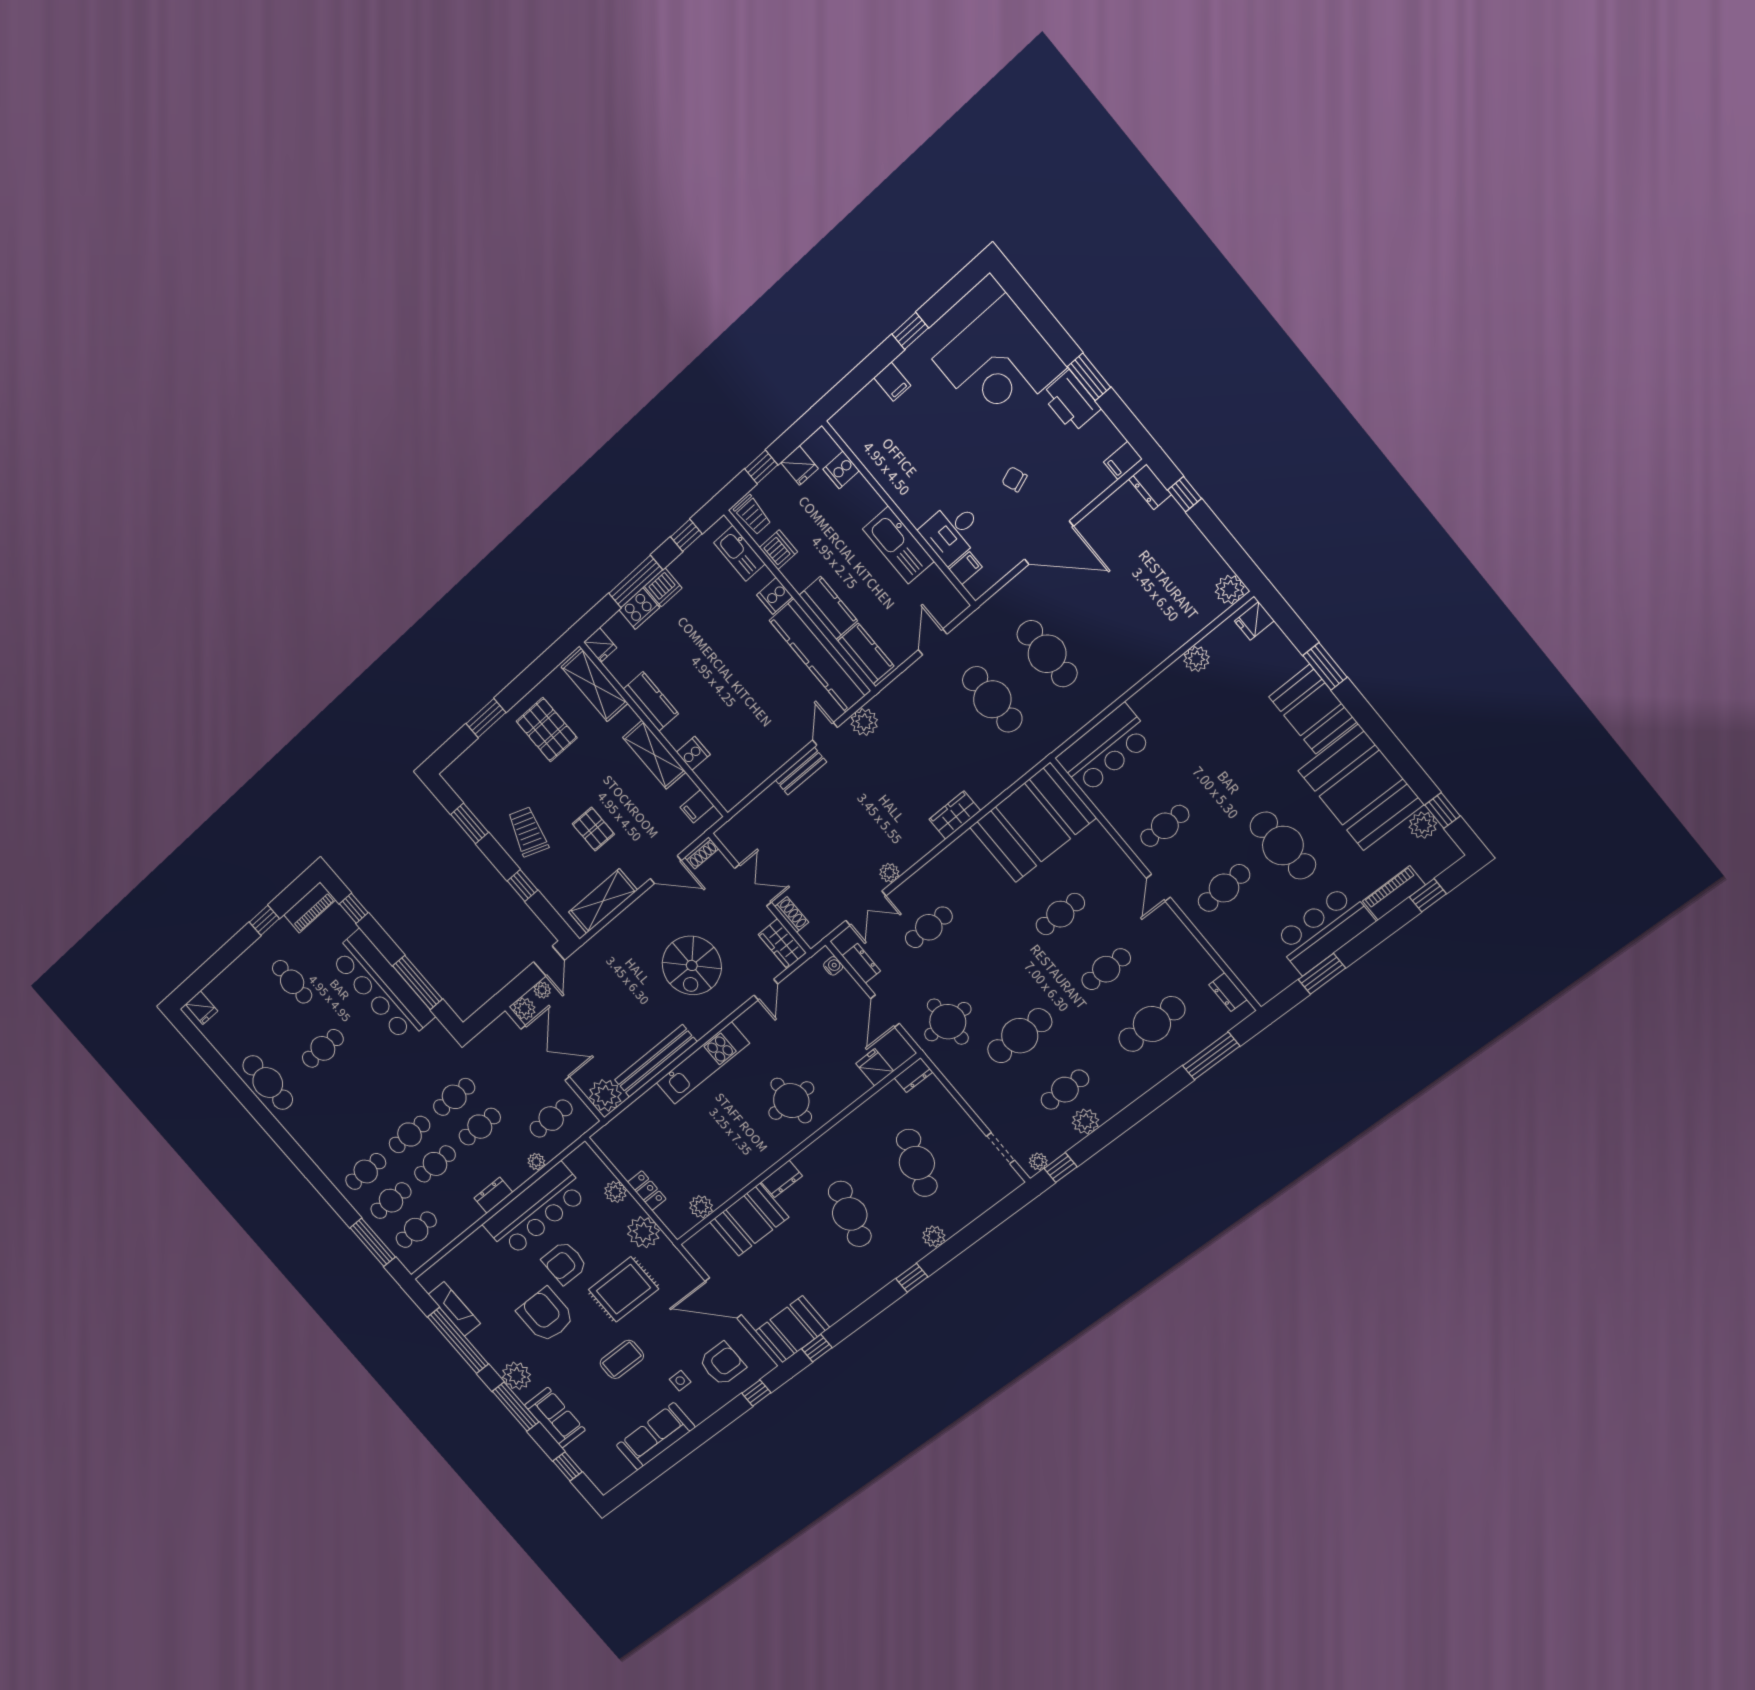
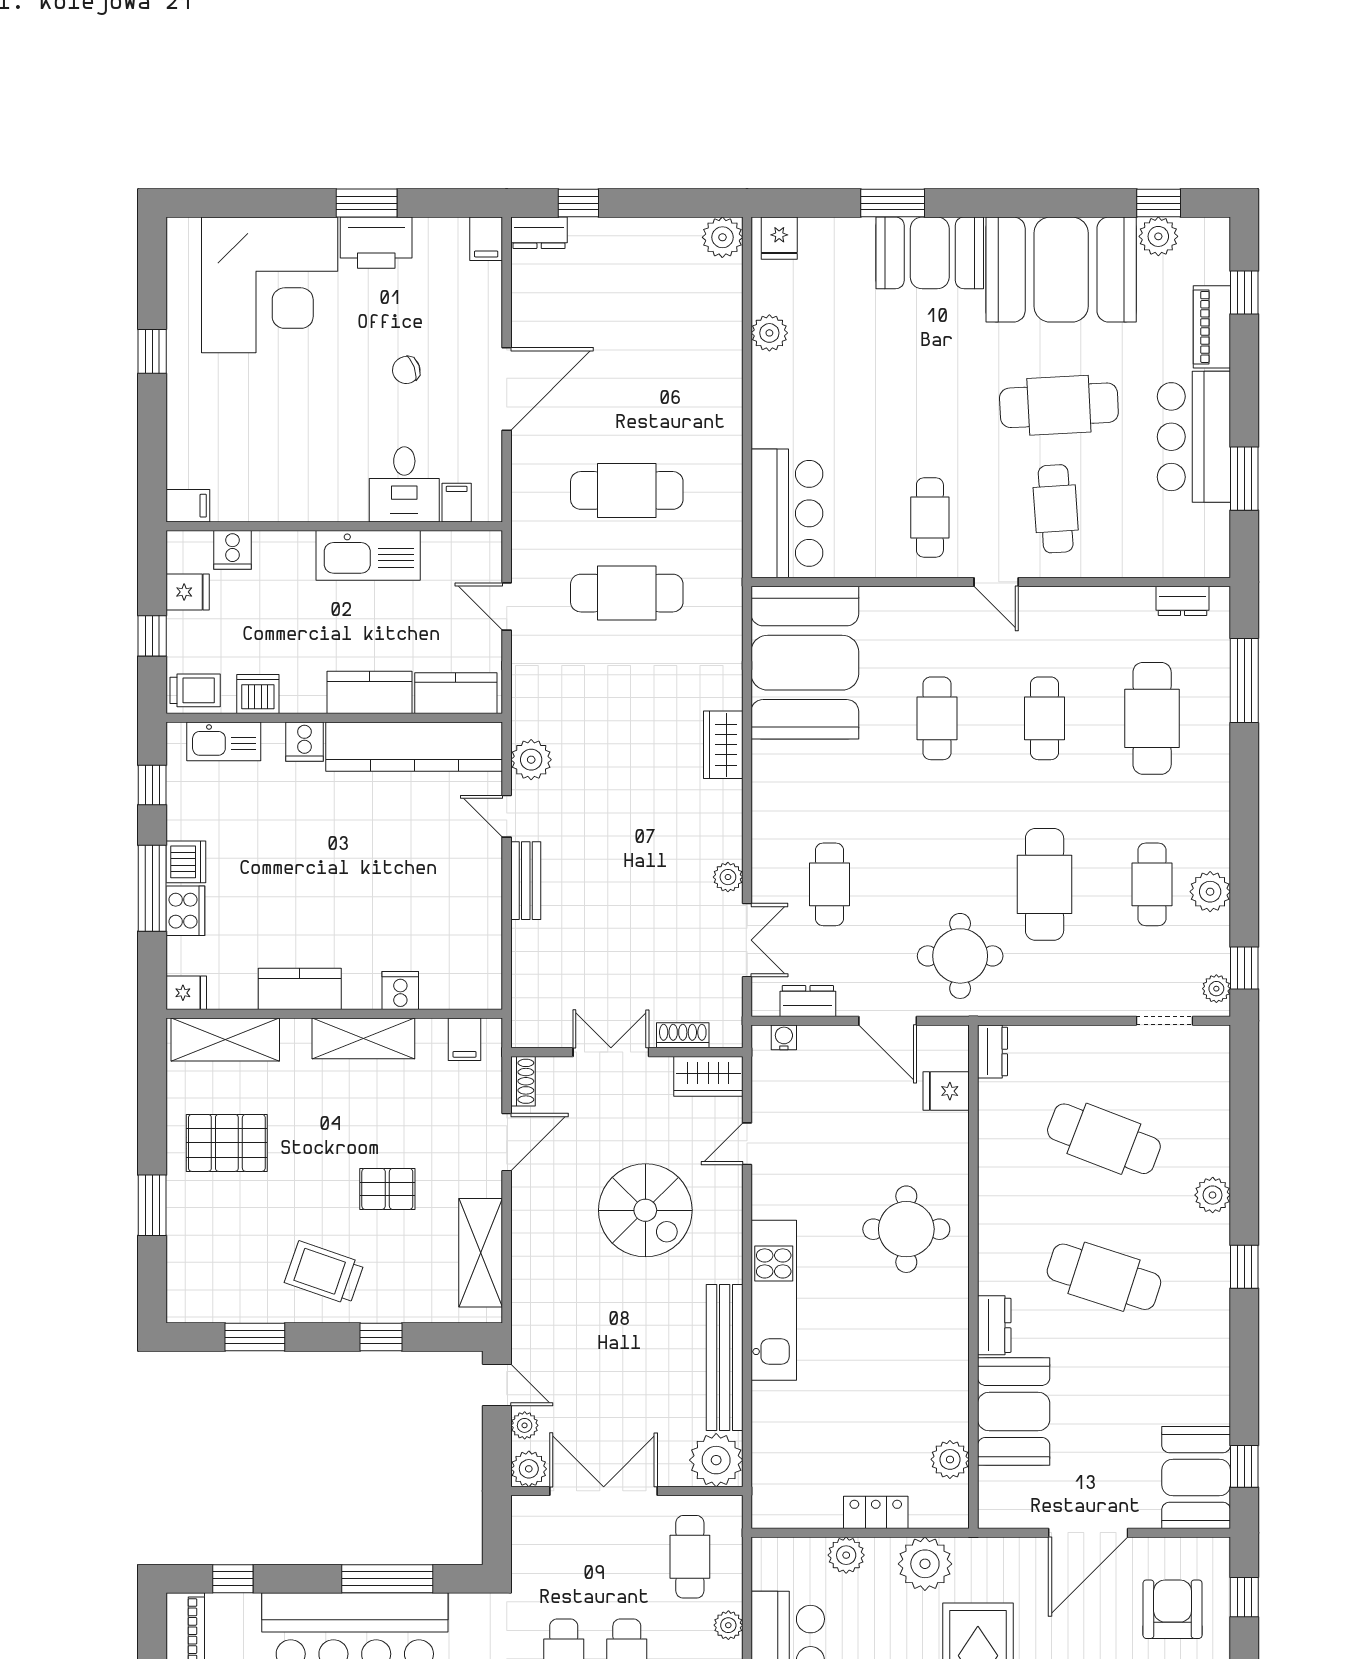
filing cabinet: (892, 382) -> (188, 506), moved
door: (766, 990) -> (747, 1144), swing flipped

